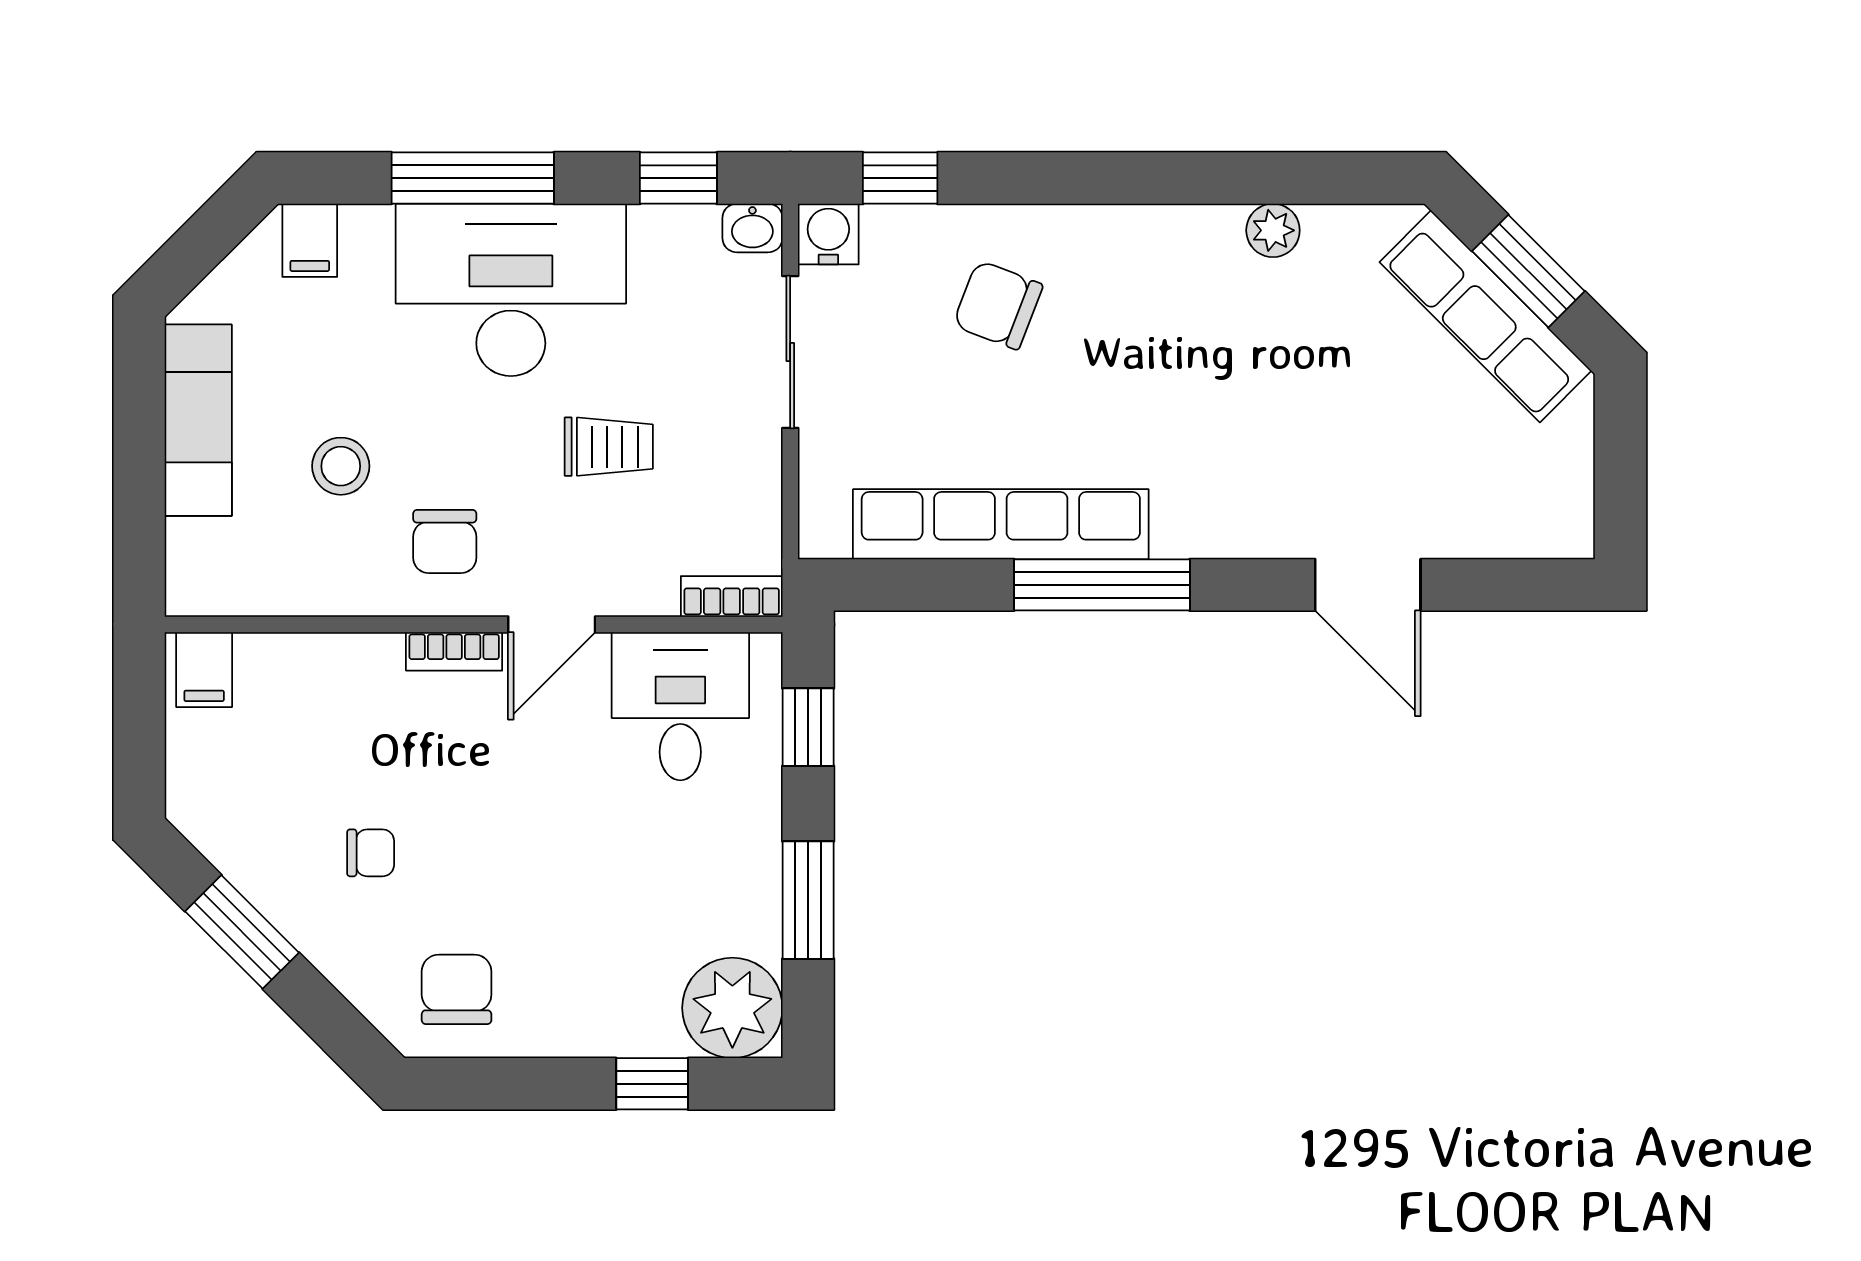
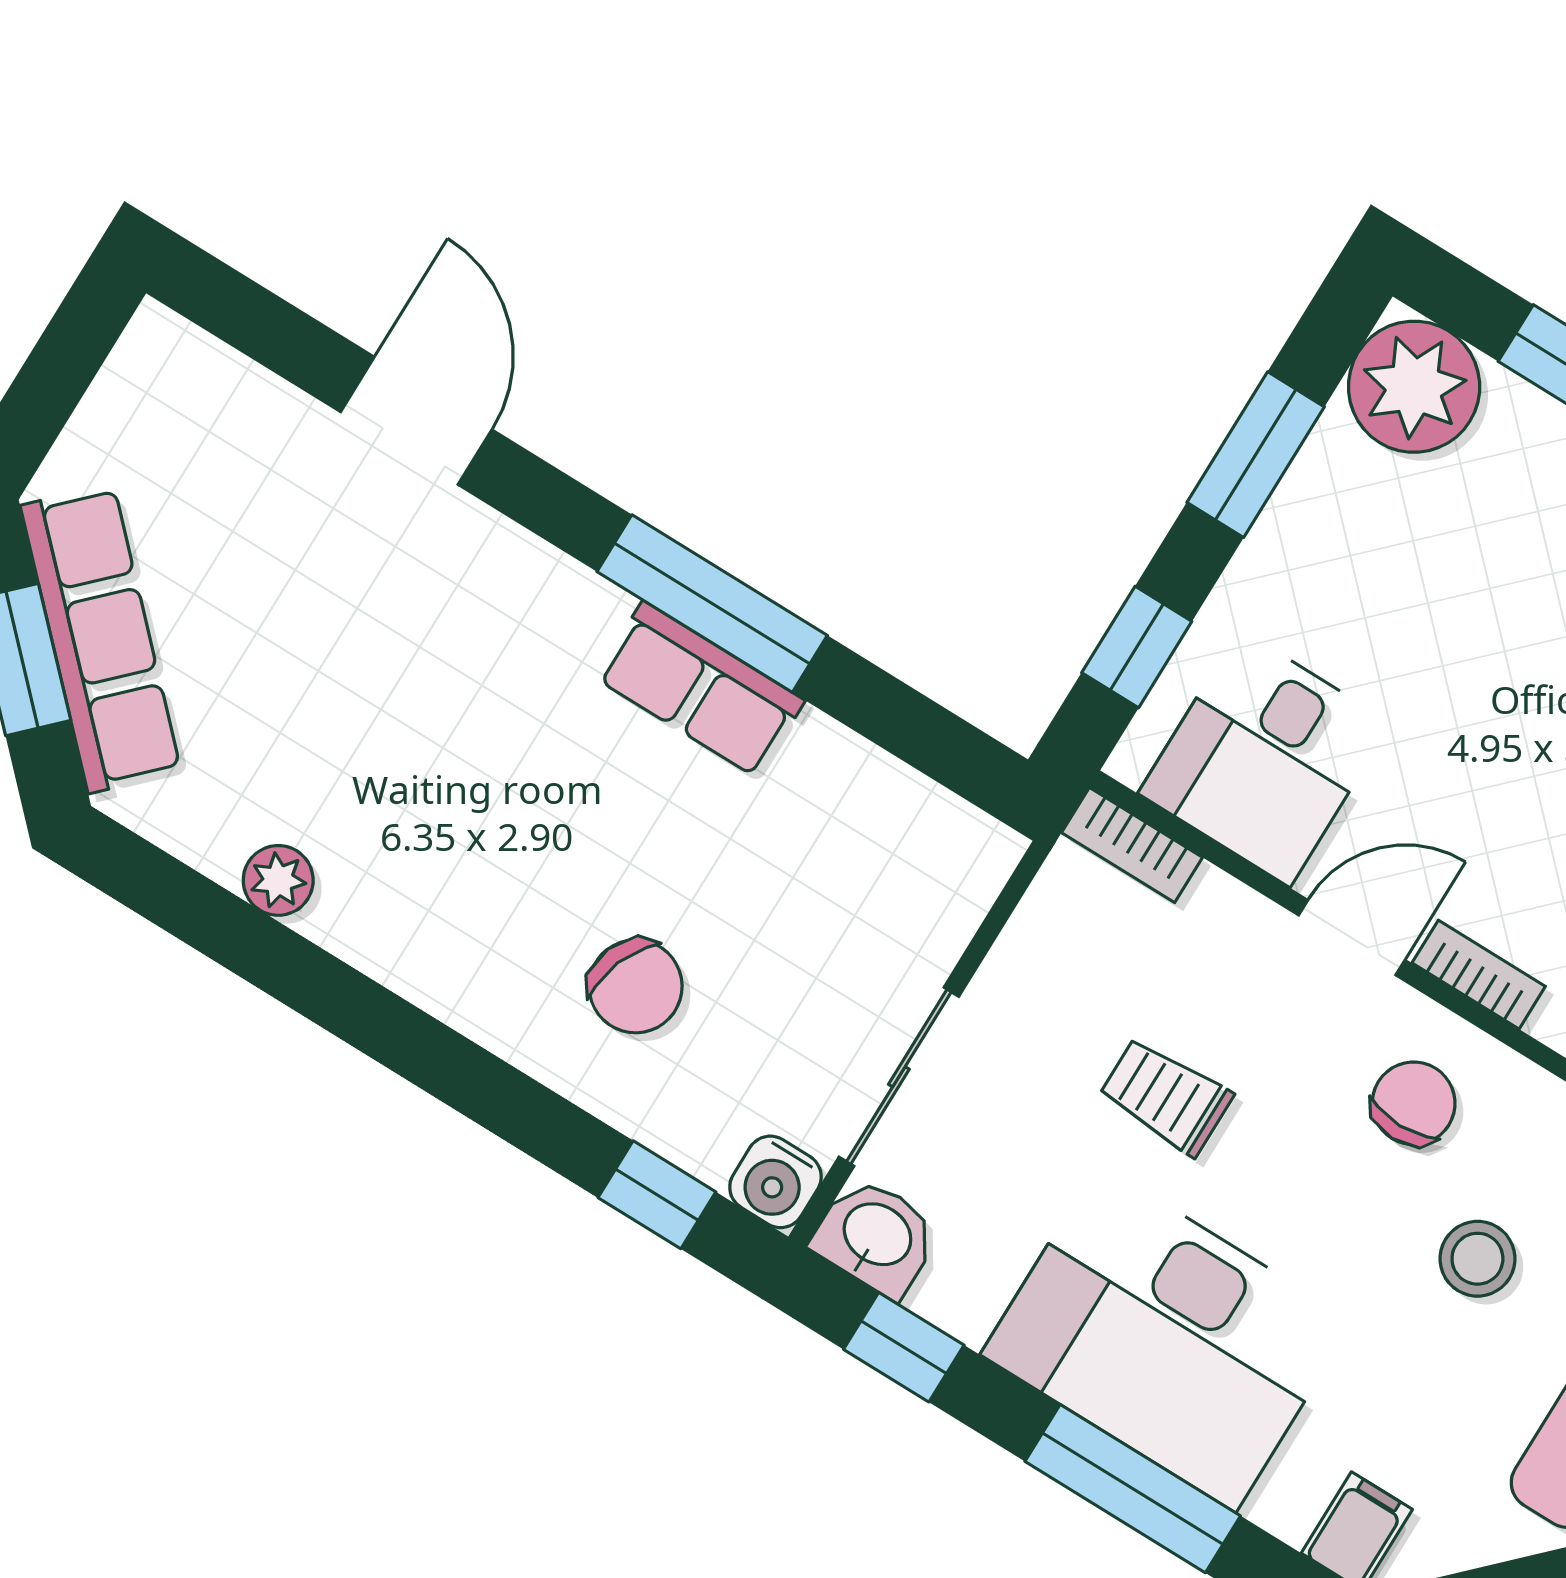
washbasin: (752, 228) -> (876, 1237), width x1.38, depth x1.45
row of seats: (1001, 524) -> (700, 689), width x0.50

